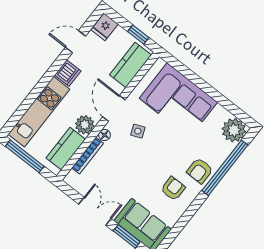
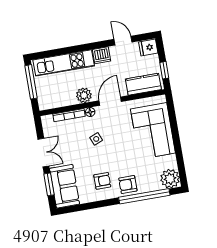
side table: (138, 131) -> (96, 139), moved
kitchen counter: (66, 149) -> (60, 99), removed

